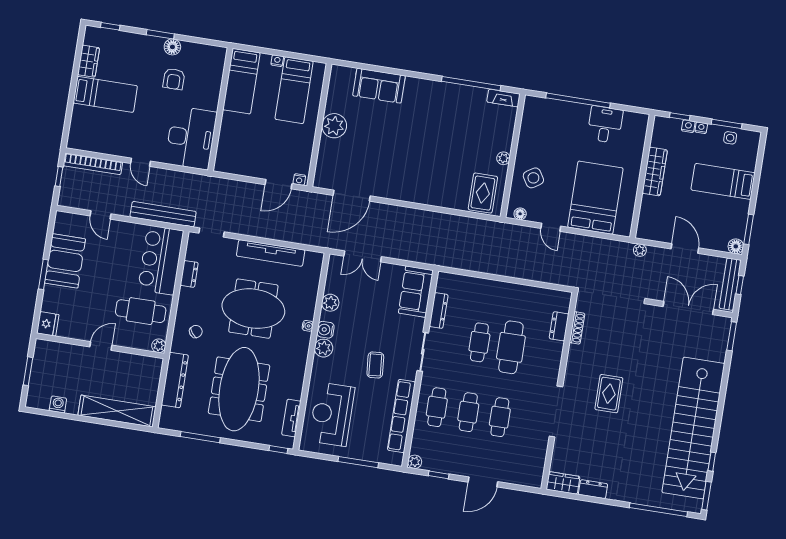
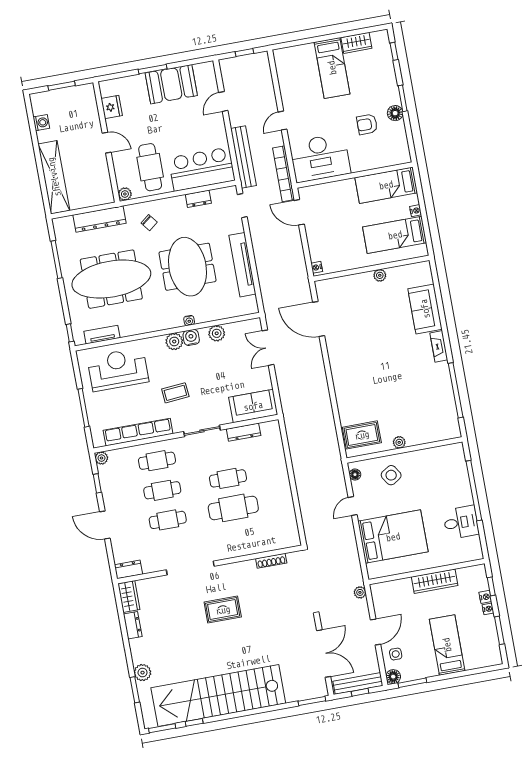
fireplace: (503, 98) -> (439, 346), moved
plant: (334, 126) -> (380, 275), width x0.53, depth x0.53
side table: (730, 138) -> (396, 654), moved
bookcase: (93, 164) -> (284, 174), moved
door: (278, 184) -> (299, 212), moved
fridge: (48, 324) -> (112, 107), moved, turned -90
dresser: (559, 326) -> (128, 569), moved
plant: (644, 496) -> (143, 673), added
window: (658, 510) -> (135, 690), width x0.47

